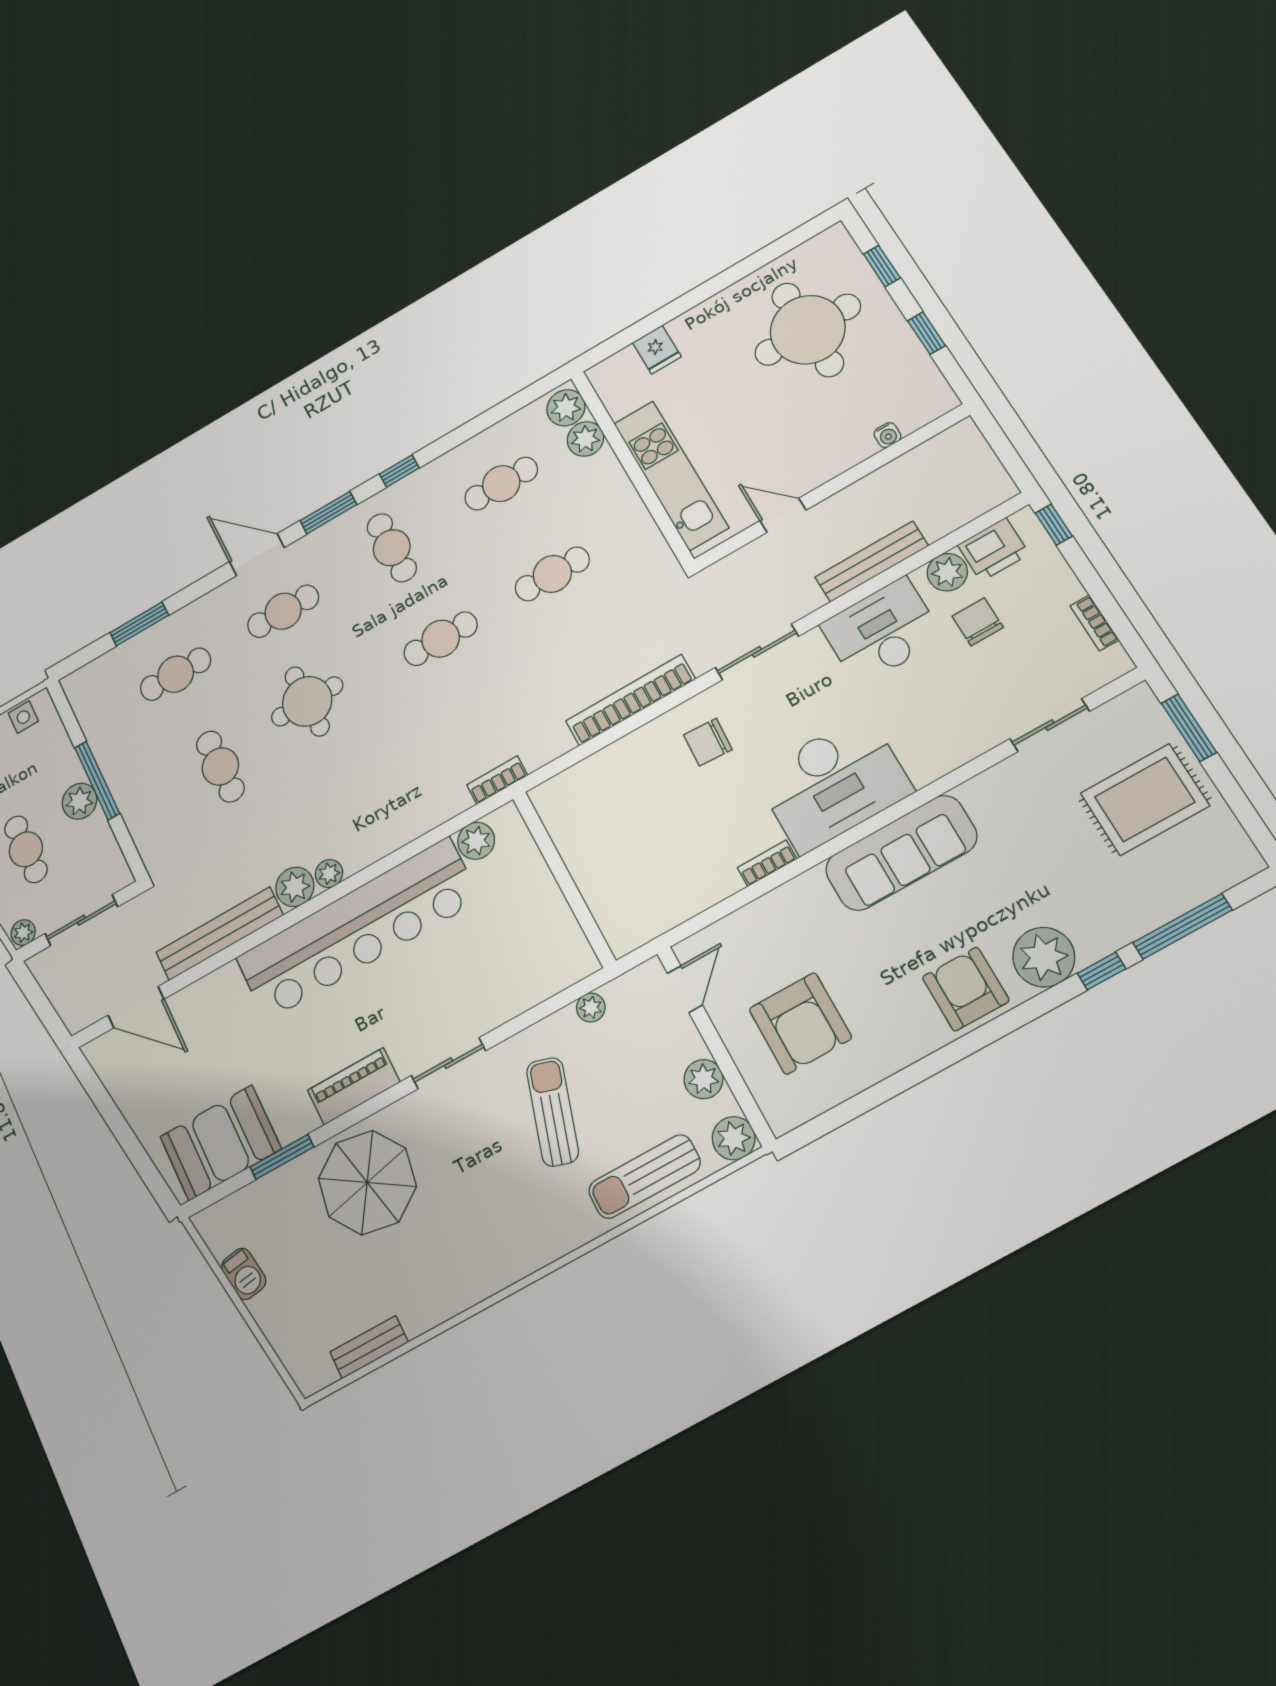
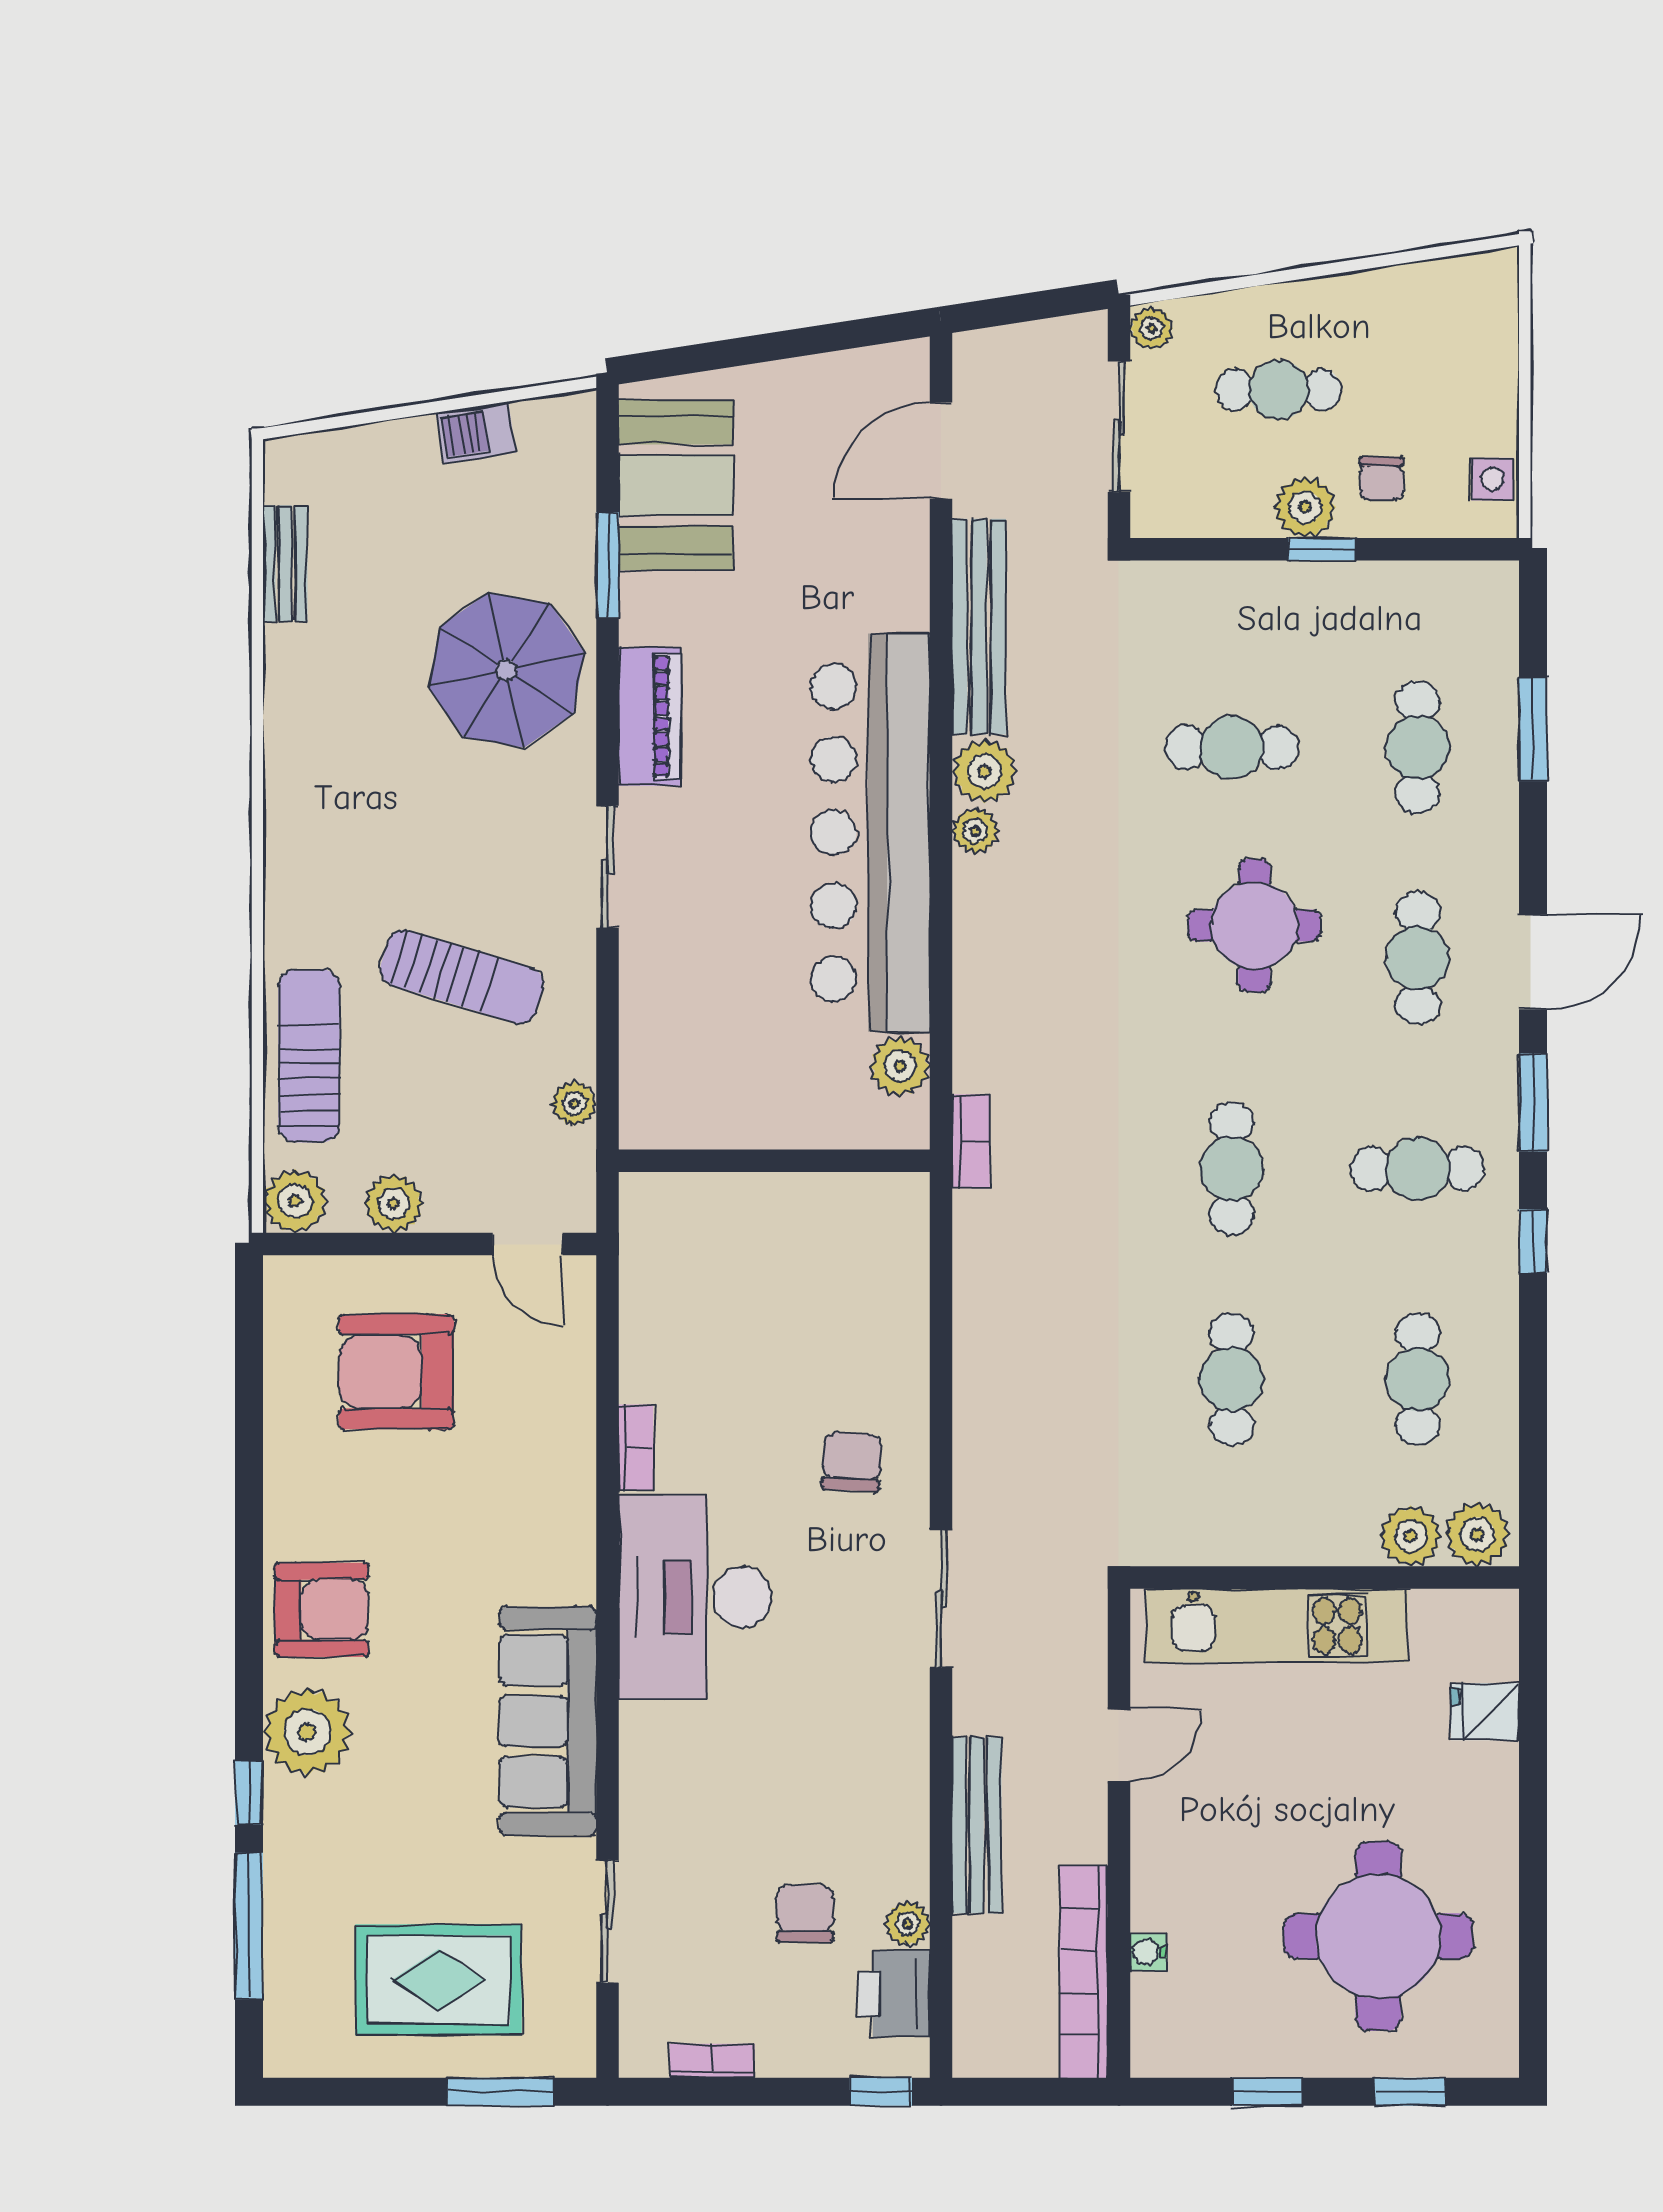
plant: (947, 572) -> (908, 1924), width x0.73, depth x0.73
chair: (978, 622) -> (805, 1914), turned -90
desk: (882, 631) -> (868, 1781), removed
bookcase: (630, 700) -> (1084, 1972), moved, turned 180
chair: (48, 772) -> (1381, 479), added
window: (97, 781) -> (1322, 549), width x0.46
rug: (1145, 799) -> (439, 1980), turned 90
sofa: (901, 853) -> (548, 1721), moved

